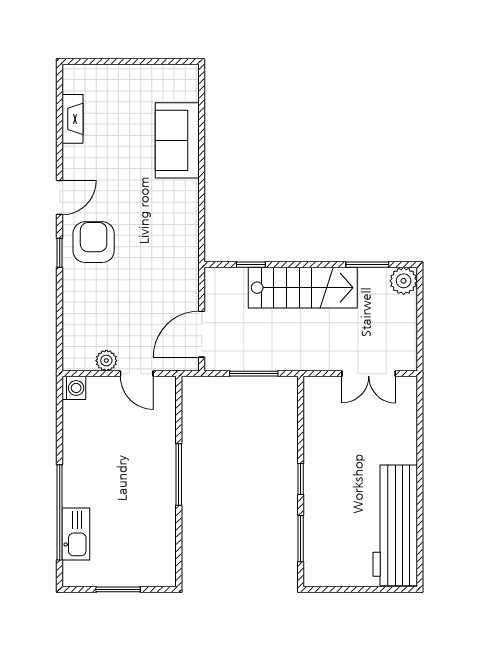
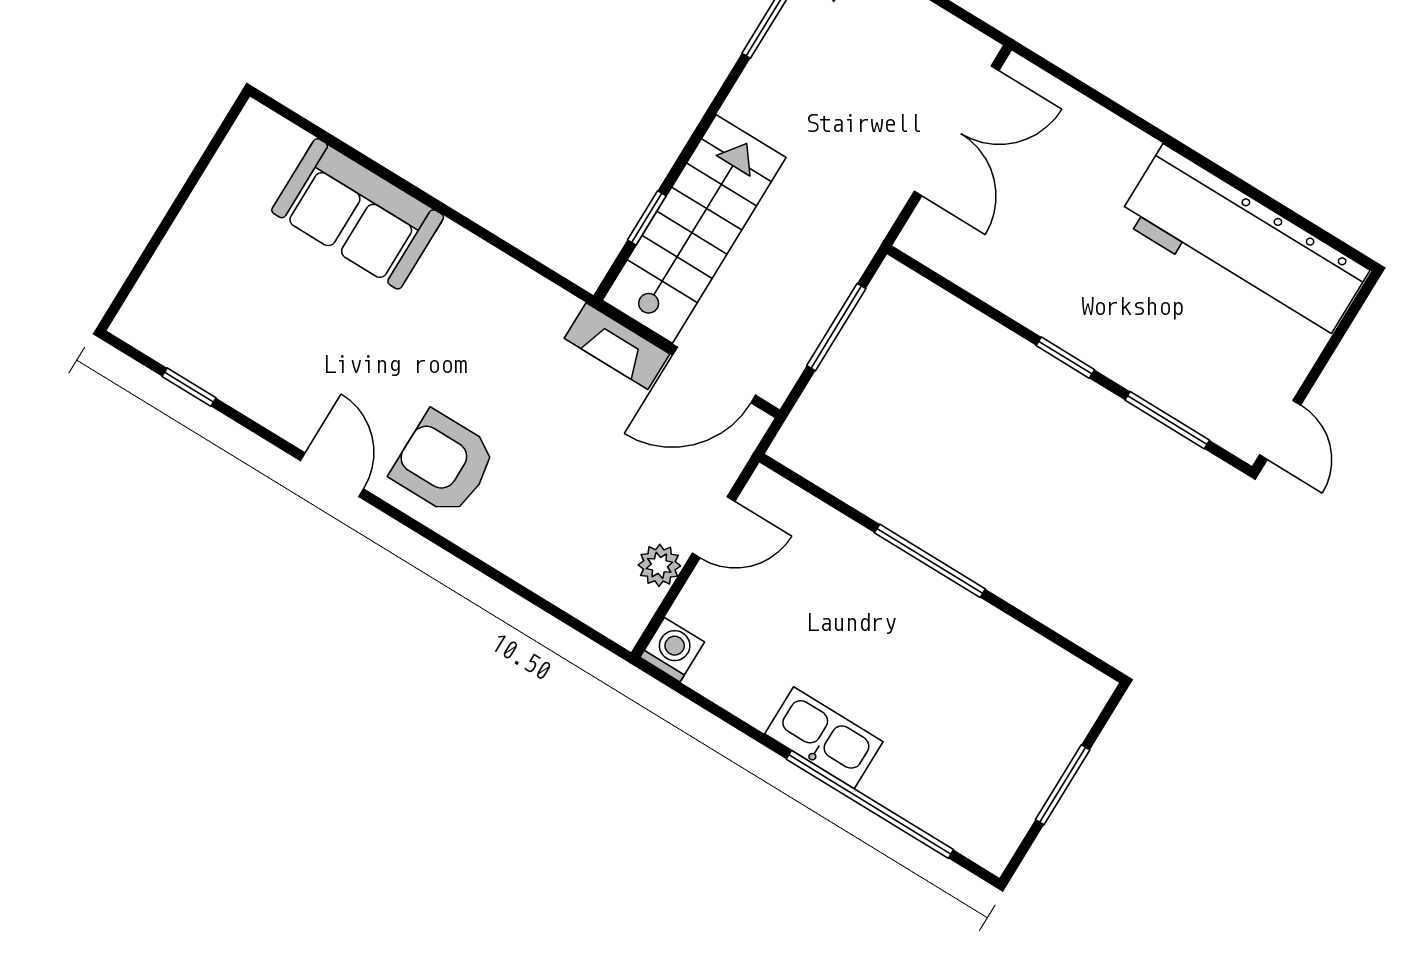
fireplace: (73, 119) -> (617, 346), moved, turned 180
window: (60, 253) -> (189, 387), moved
stairs: (303, 288) -> (694, 229), moved
door: (202, 334) -> (714, 375), hinge flipped
double door: (369, 374) -> (957, 131), width x1.37
kitchen sink: (76, 534) -> (824, 738), moved
door: (326, 589) -> (1280, 430), added

